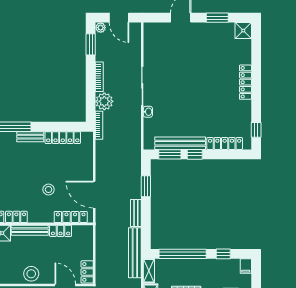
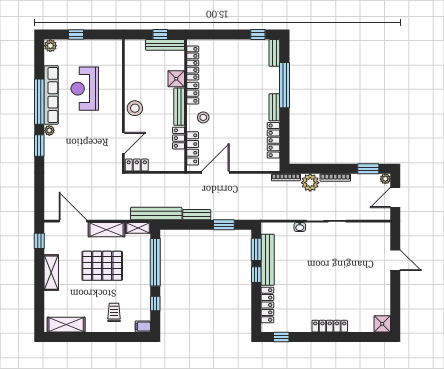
window: (217, 18) -> (395, 297), removed
stool: (49, 190) -> (203, 117), moved

